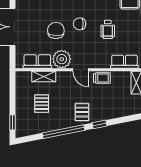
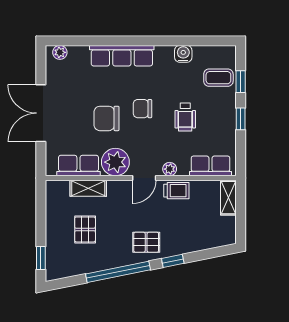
chair: (56, 30) -> (107, 118), turned -92
plant: (97, 64) -> (170, 169), added
door: (81, 70) -> (144, 178), hinge flipped
pallet: (82, 112) -> (146, 242), turned 90

